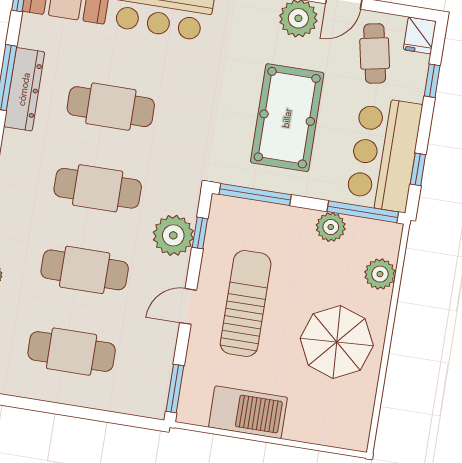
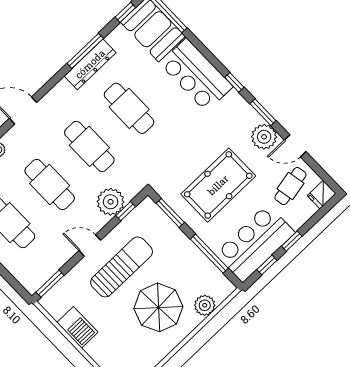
window: (432, 81) -> (292, 241), moved
window: (255, 195) -> (170, 213), width x0.69
window: (363, 212) -> (209, 254), moved
plant: (331, 227) -> (197, 261), removed
parasol: (337, 342) -> (158, 307), moved
barbecue: (248, 412) -> (77, 327), width x0.73, depth x0.83

